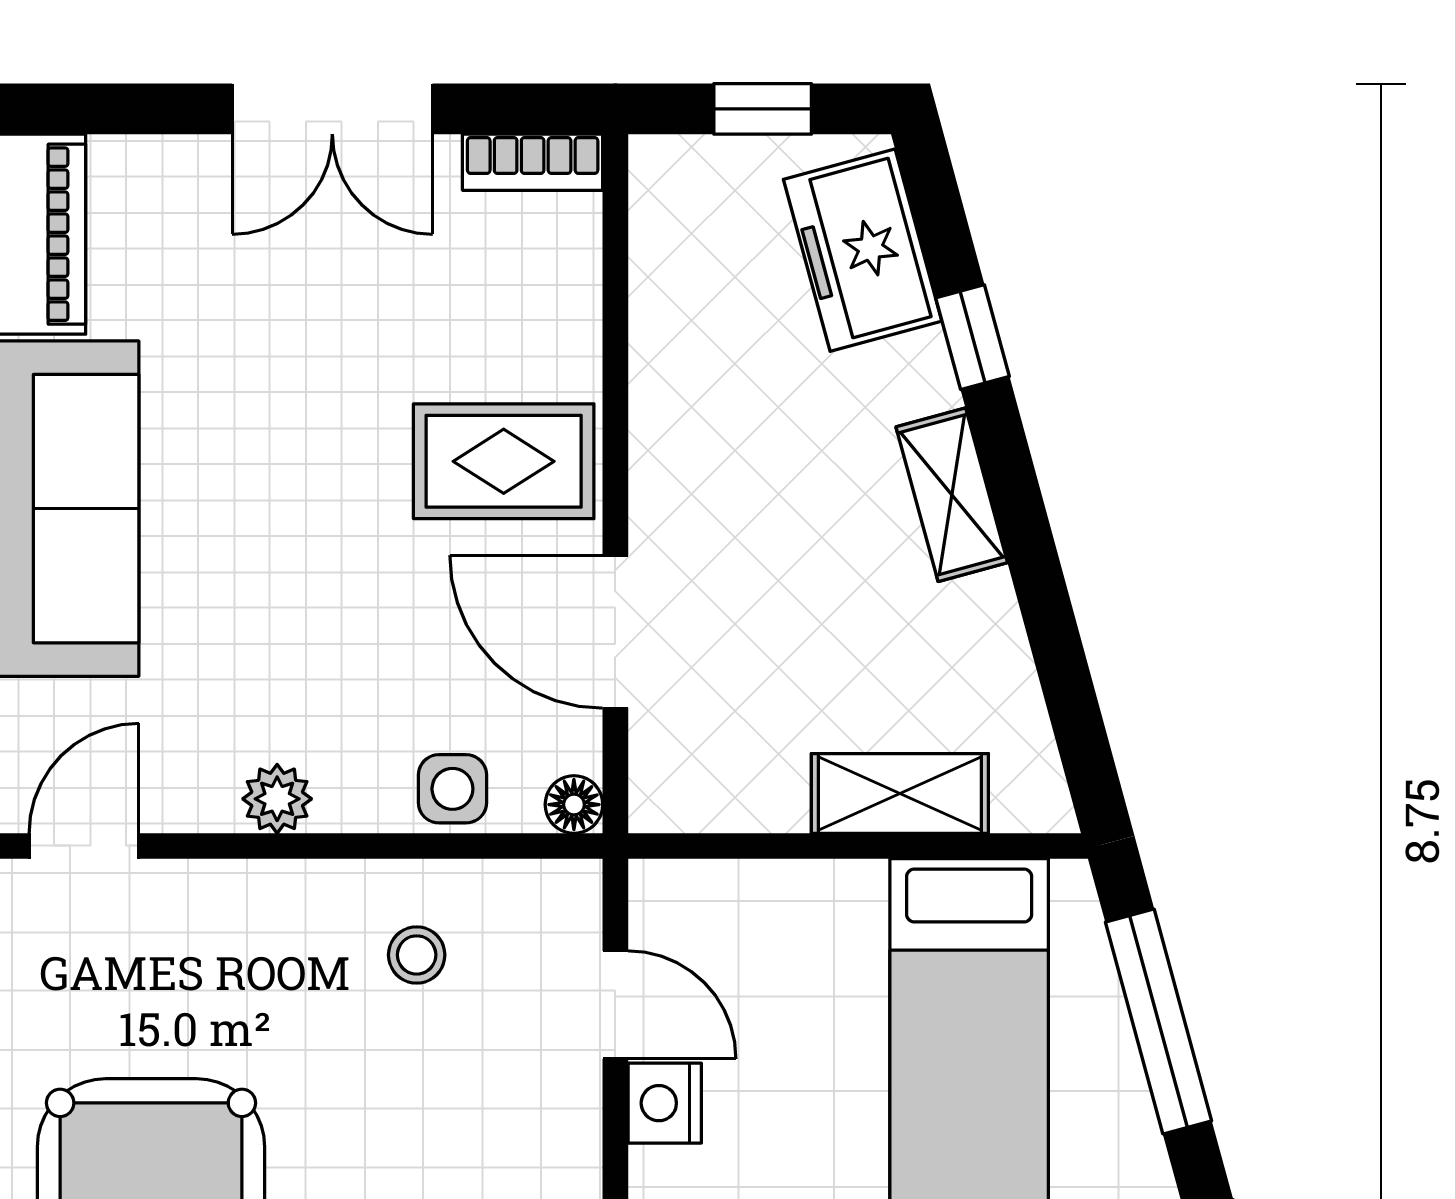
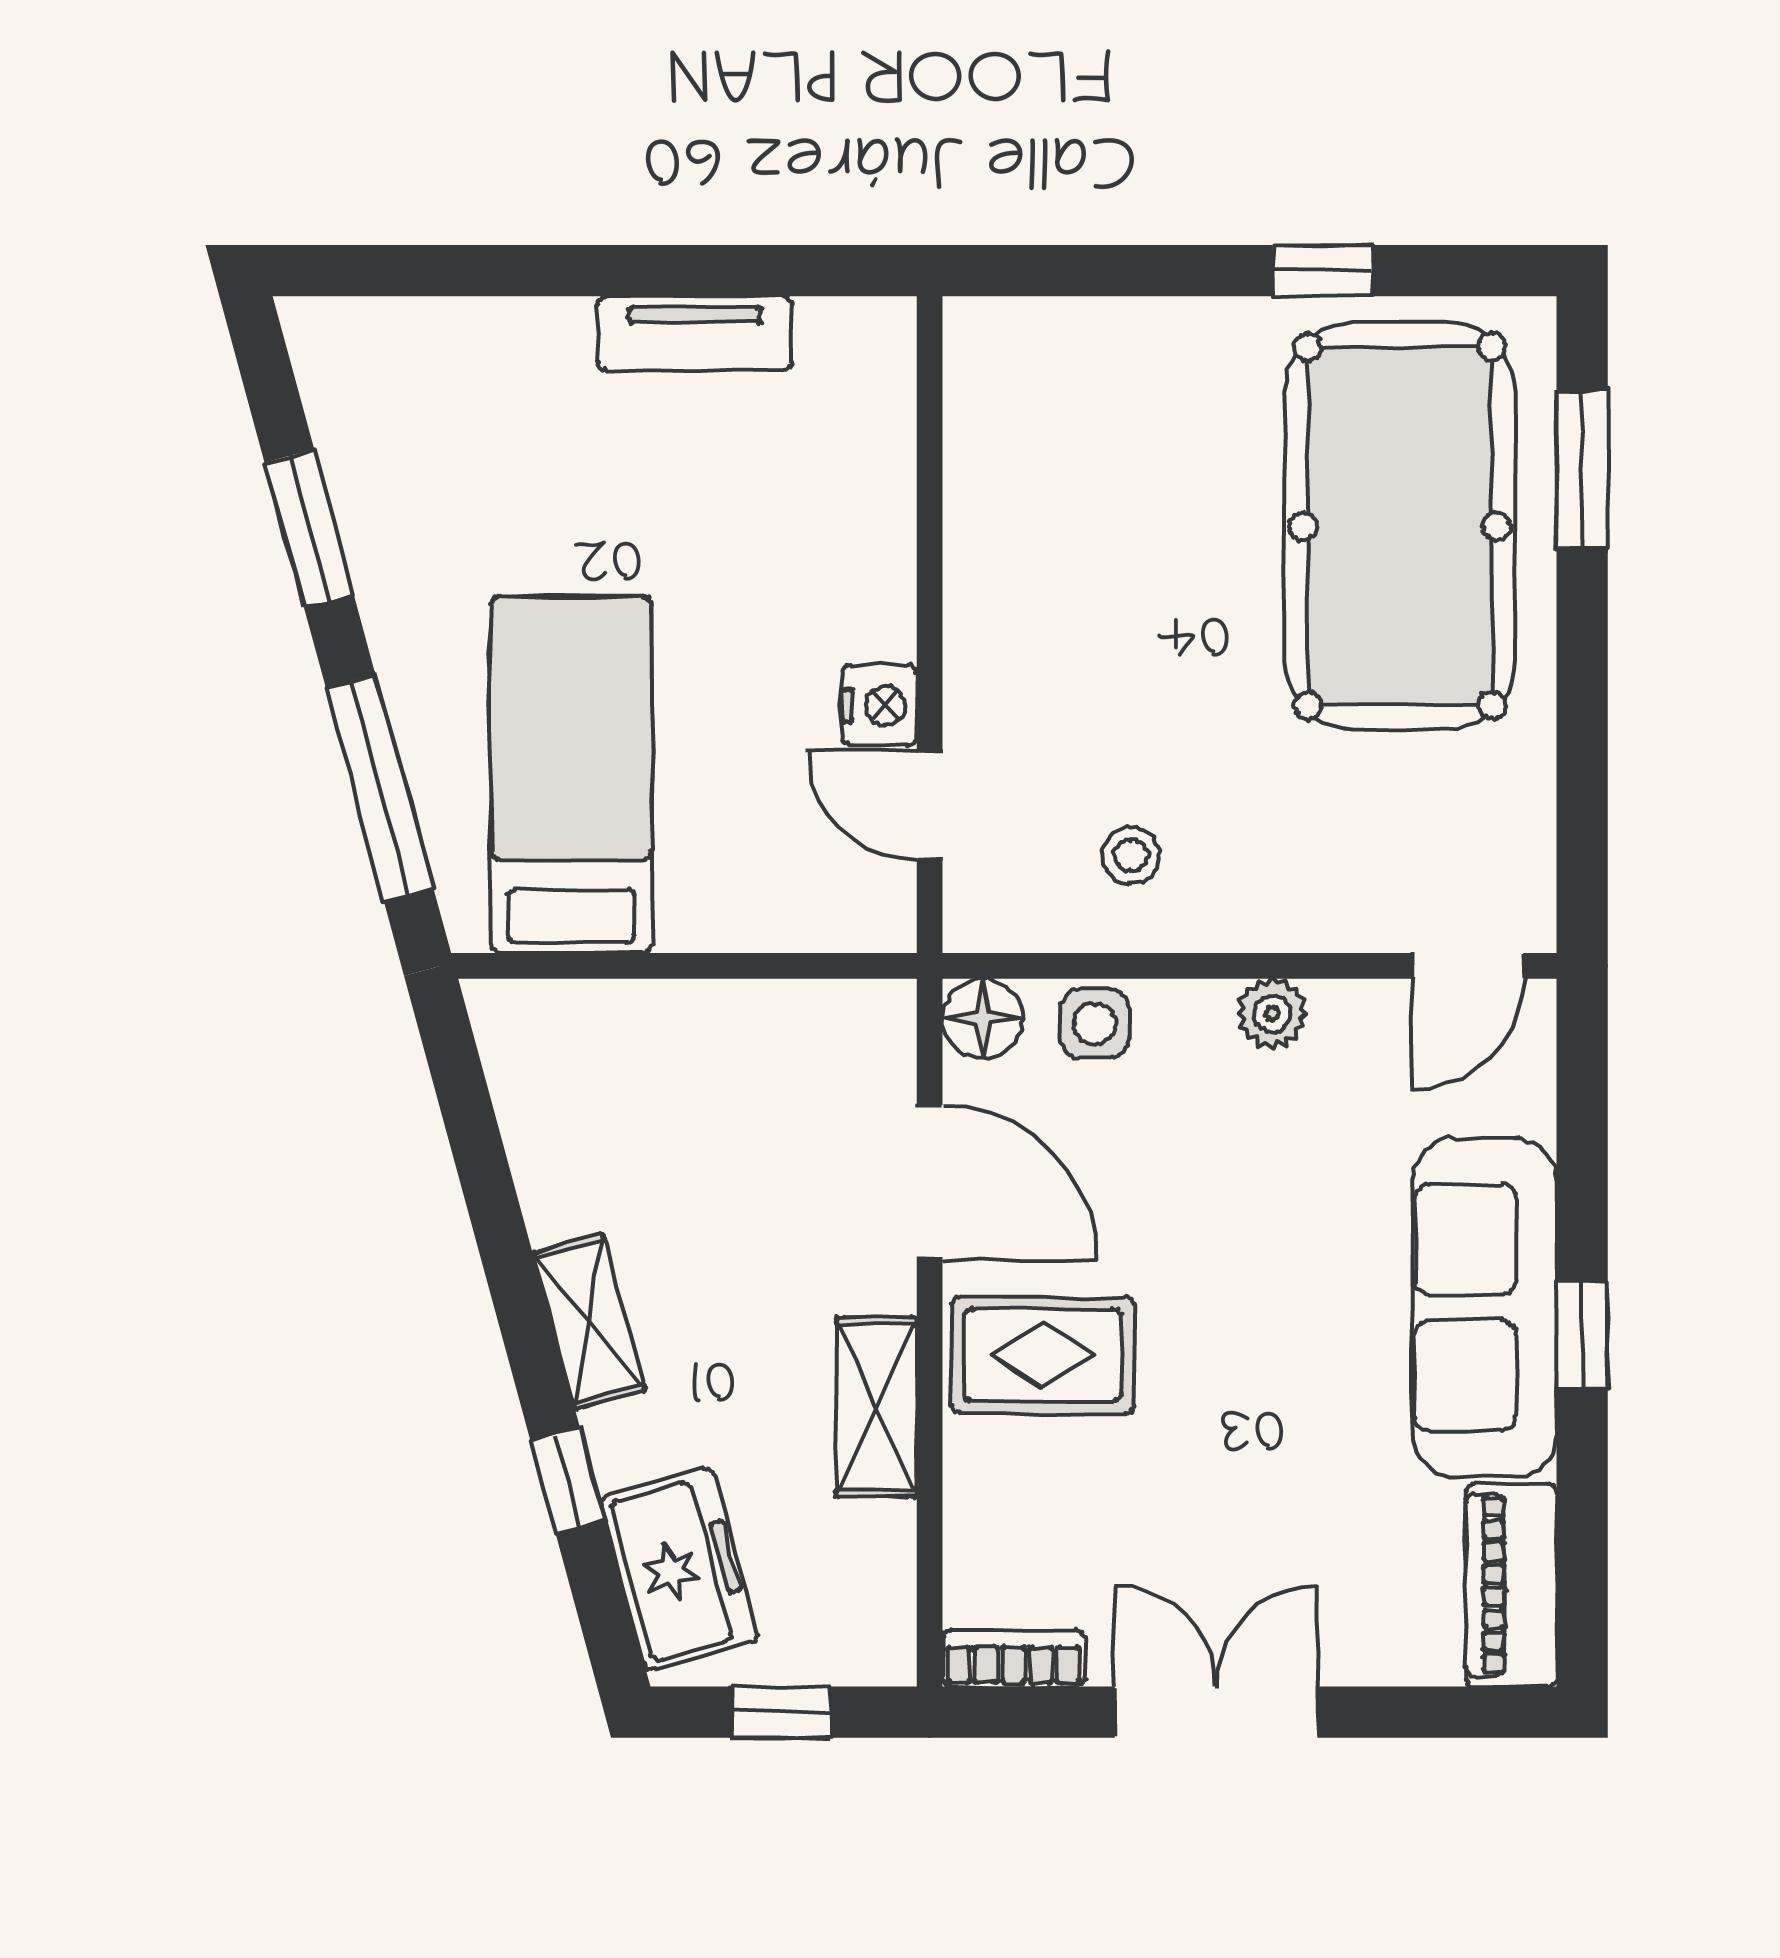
shelving: (900, 793) -> (876, 1407), moved, turned 90
floor lamp: (574, 805) -> (982, 1019), width x1.37, depth x1.37

